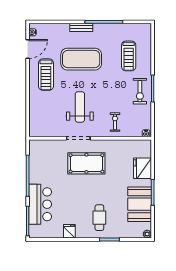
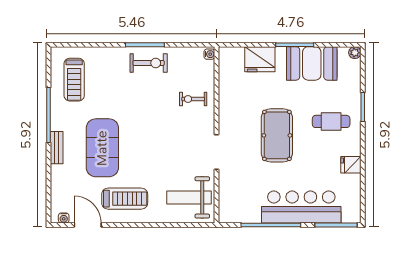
treadmill: (129, 56) -> (74, 80), moved, turned 90
weight bench: (80, 107) -> (189, 197), moved
pool table: (86, 163) -> (277, 135), moved
bar counter: (40, 204) -> (301, 207), width x1.36

